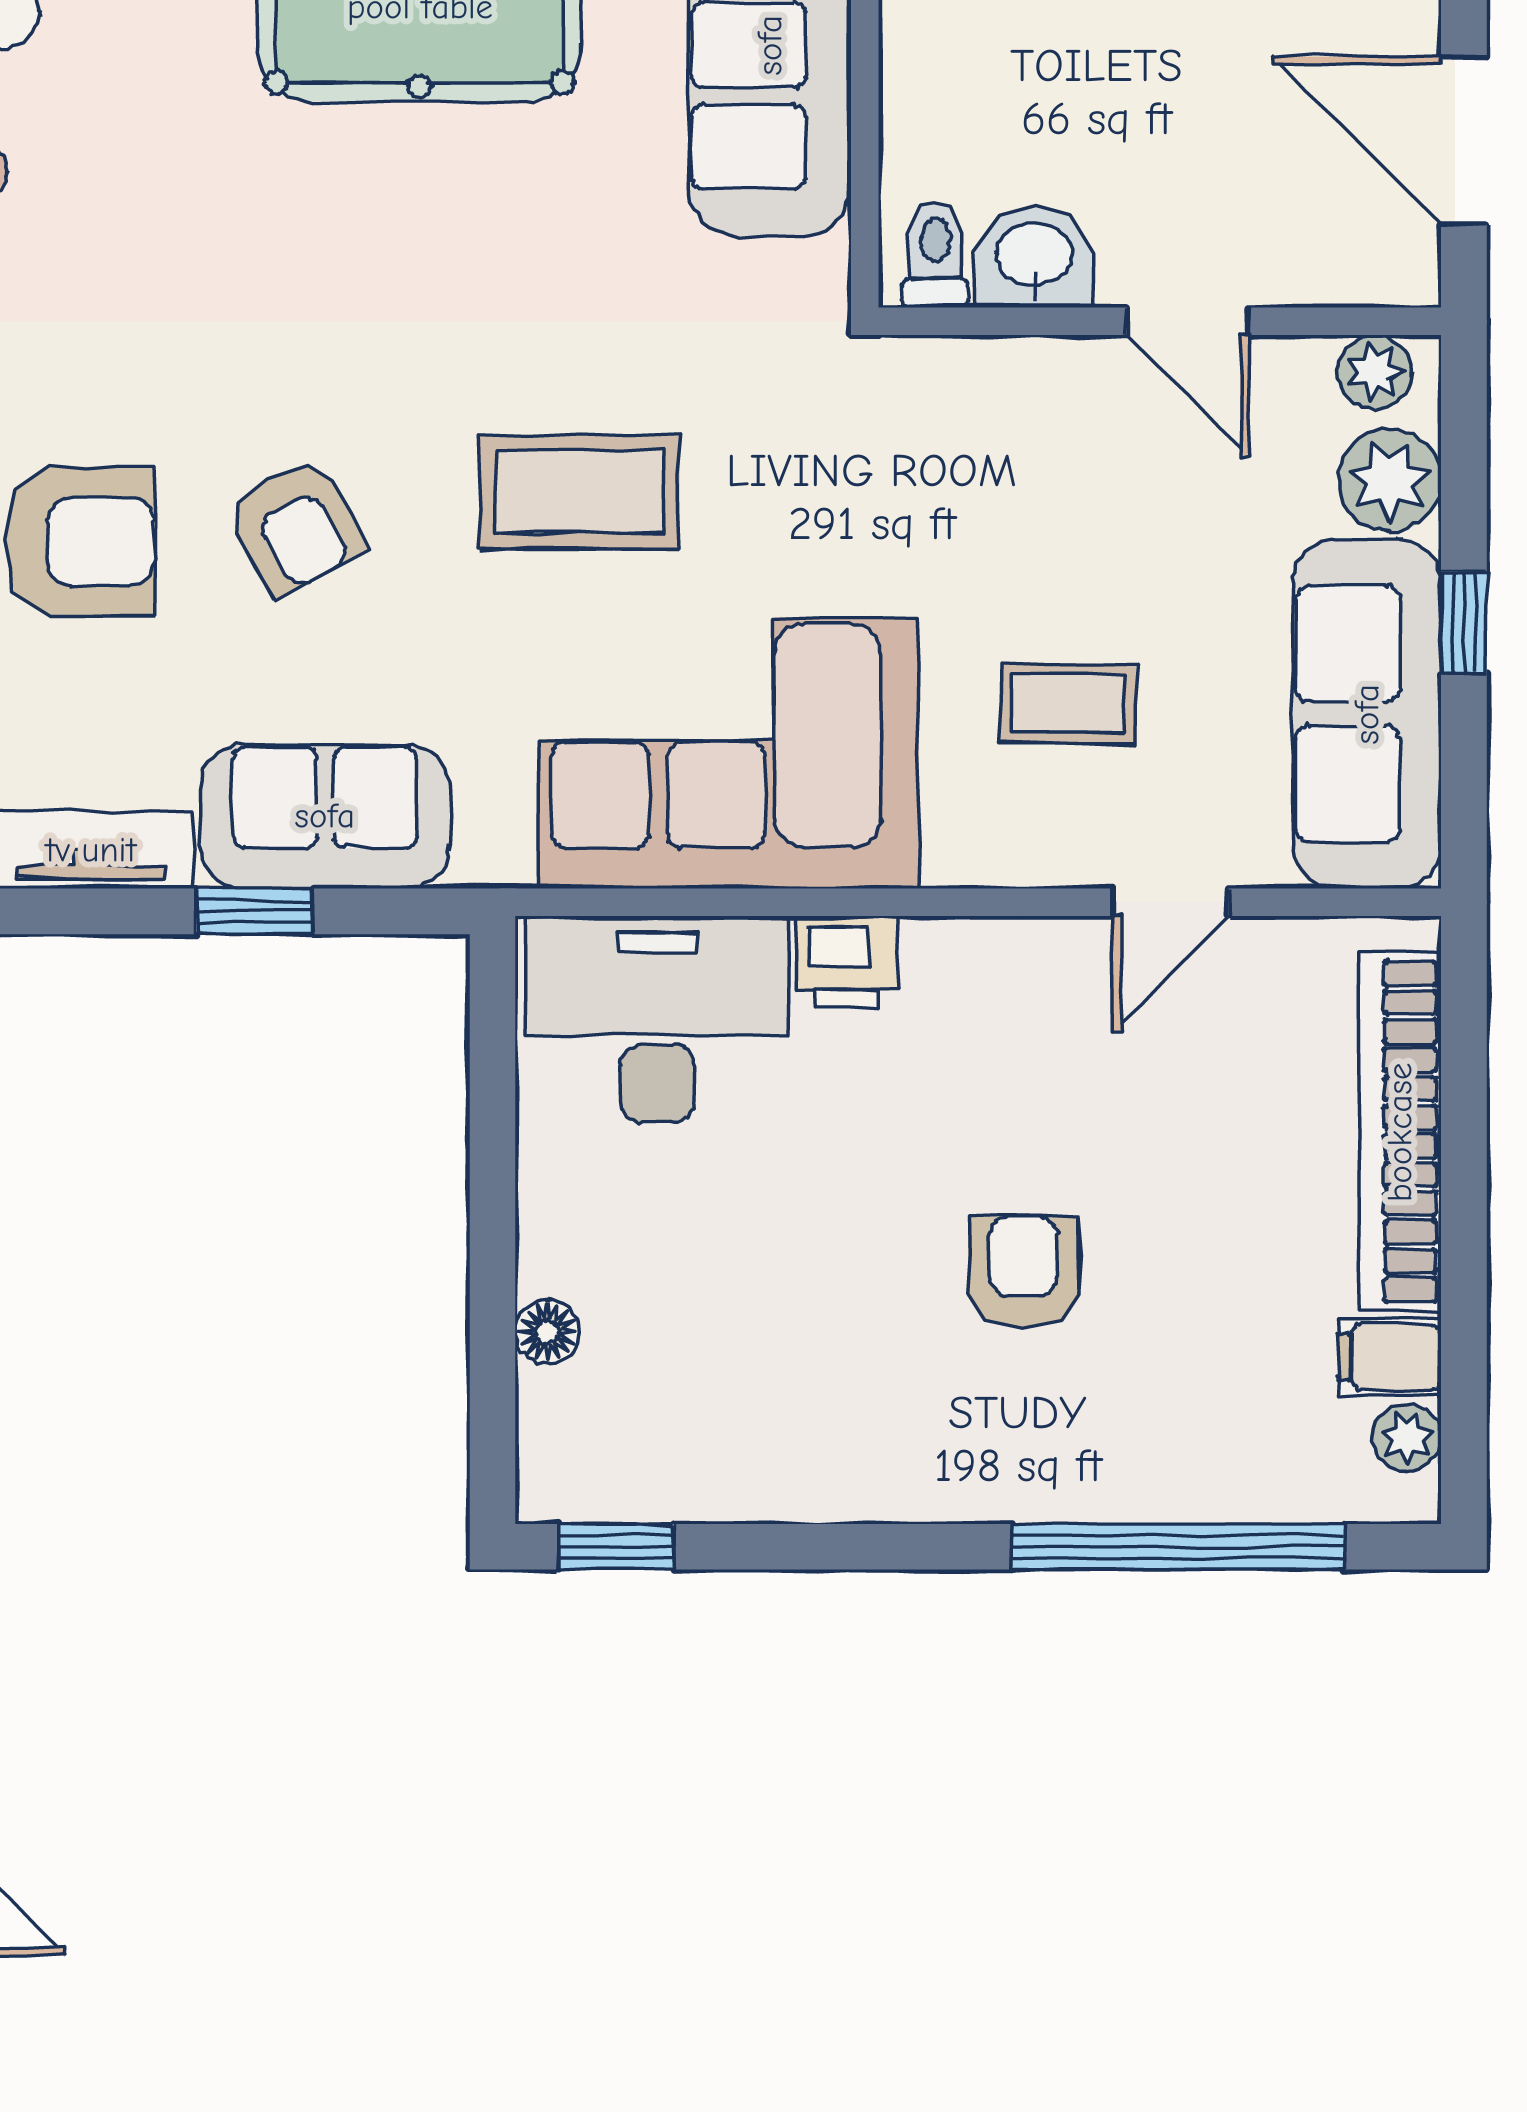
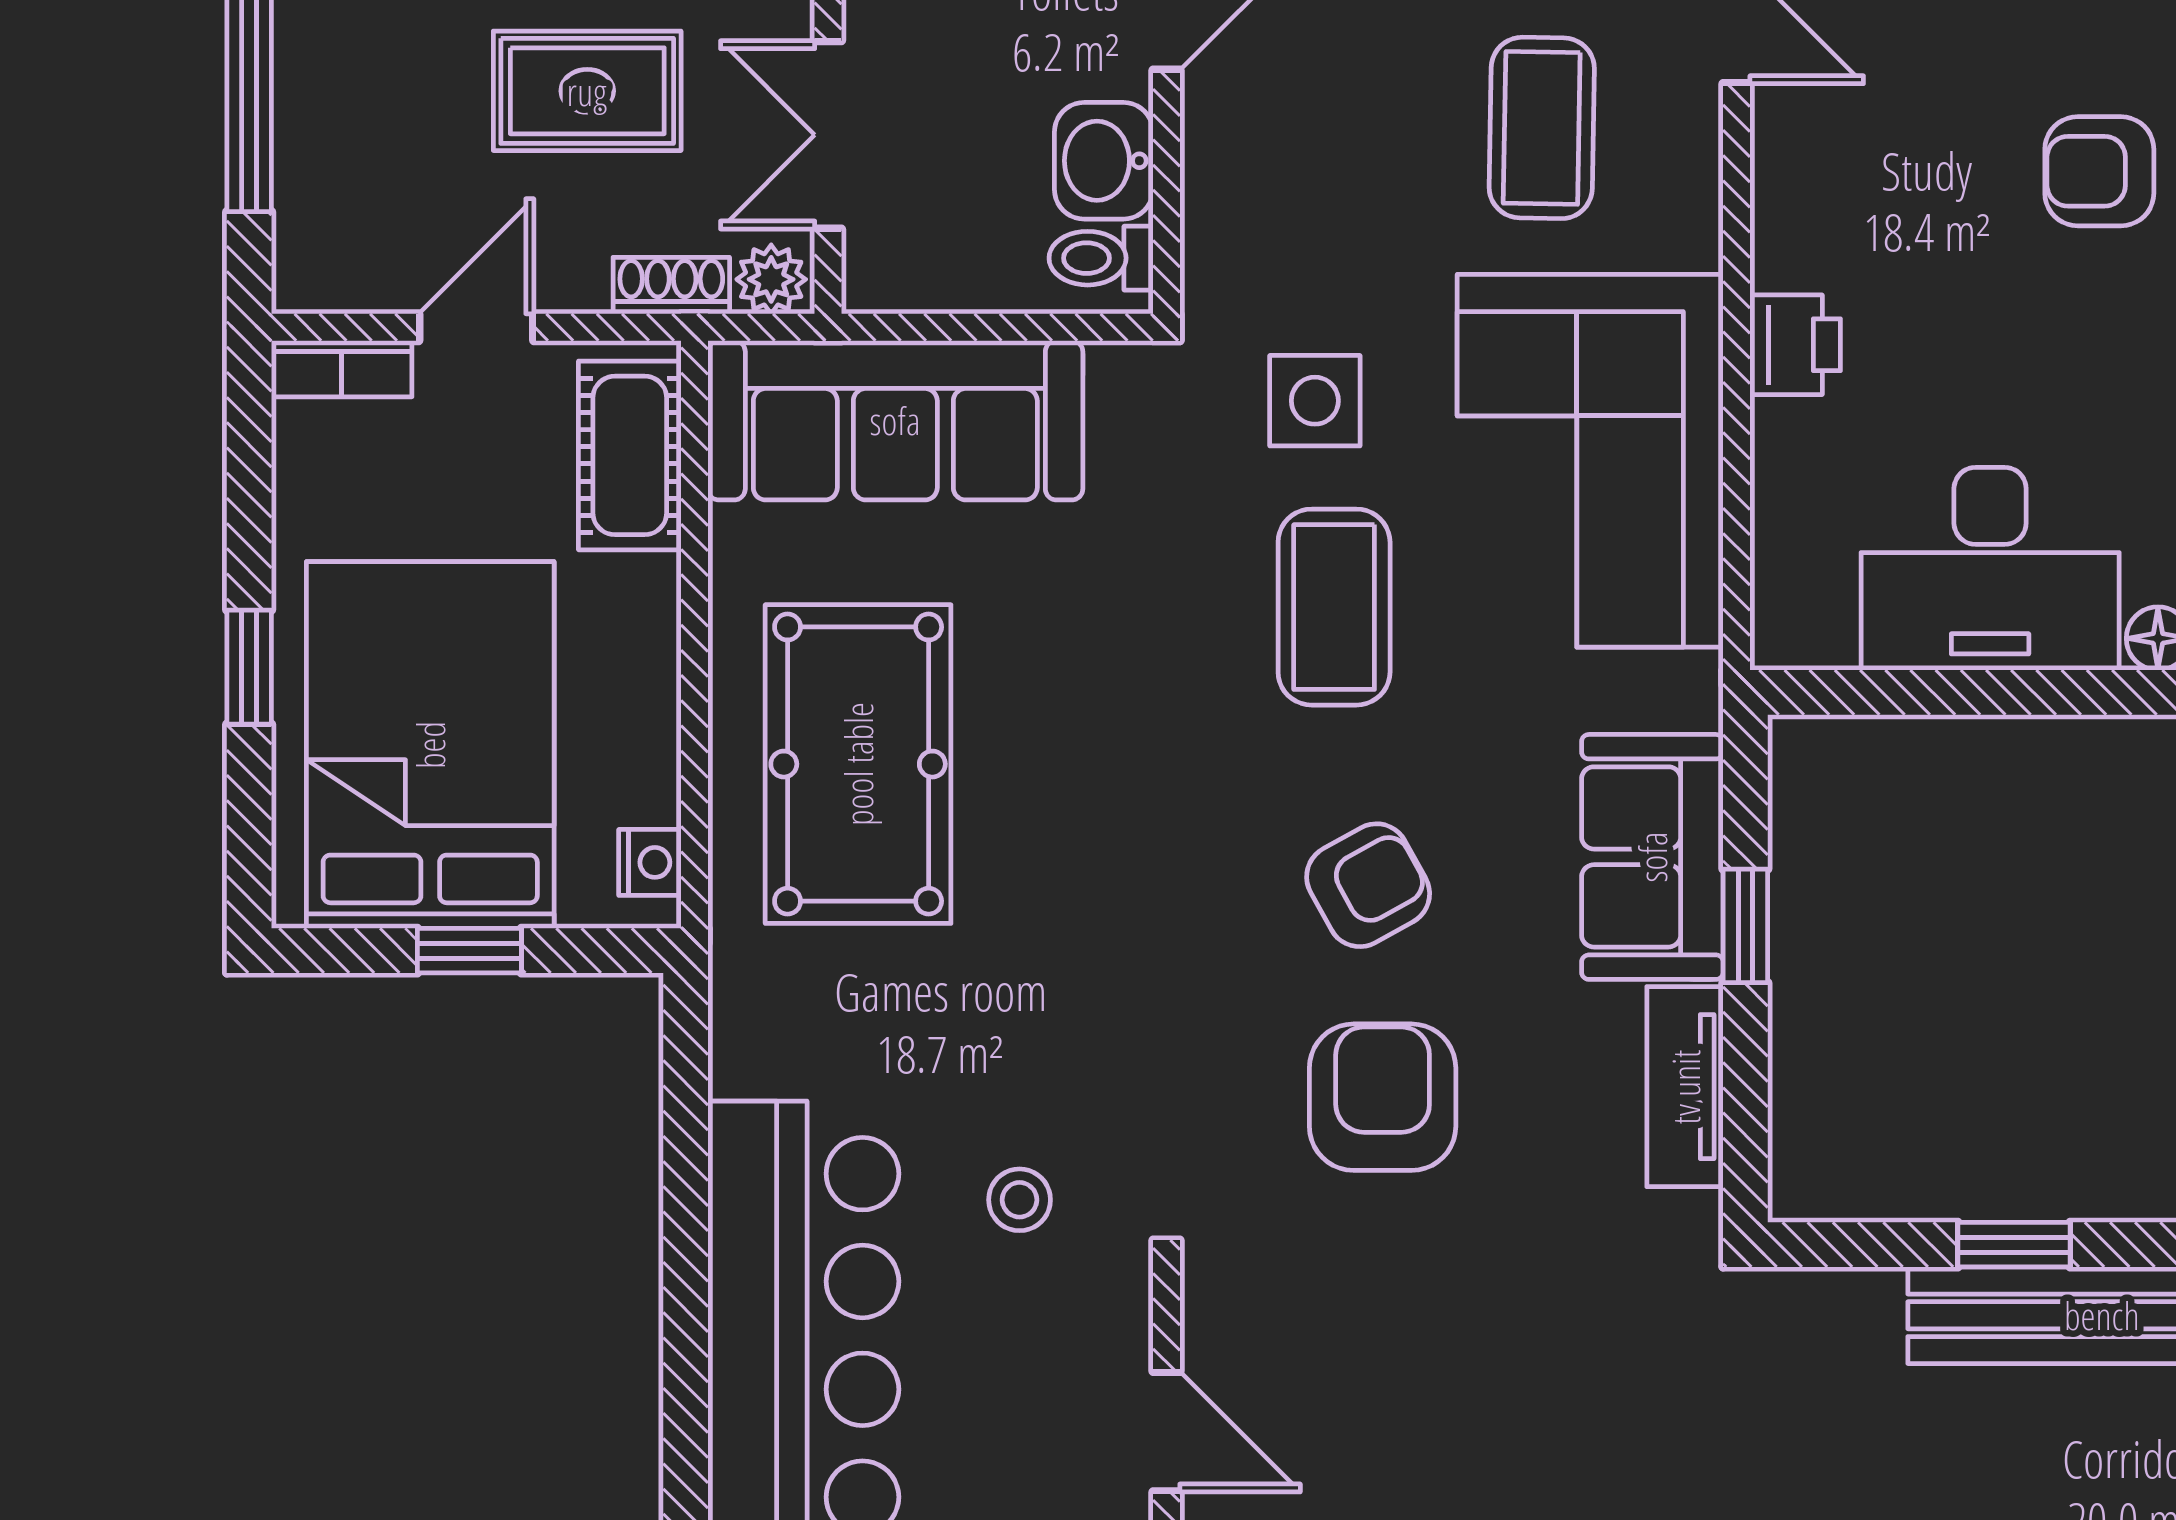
side table: (790, 472) -> (1315, 401), added
coffee table: (1068, 704) -> (1542, 128), width x1.36, depth x1.30
desk: (657, 1019) -> (1990, 569), moved, turned -90

